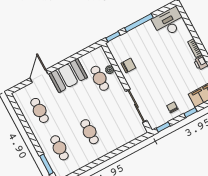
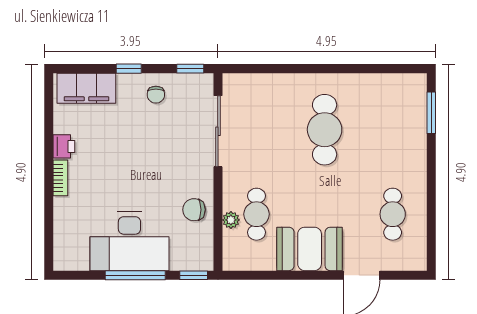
desk: (169, 22) -> (129, 241), moved, width x1.36, depth x1.30
cafe table: (90, 132) -> (325, 130), width x1.37, depth x1.35
cafe table: (59, 148) -> (393, 130), removed

